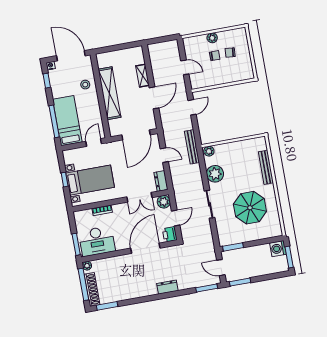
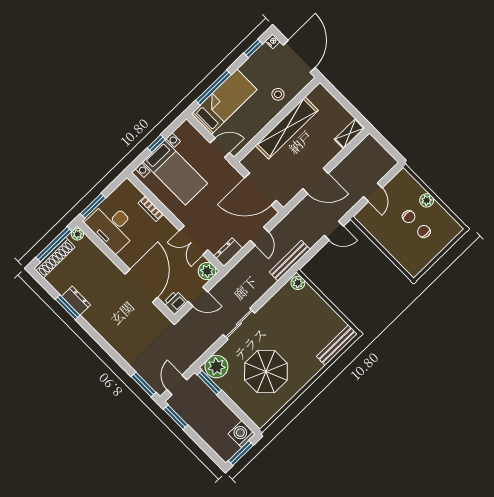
shelving: (143, 76) -> (350, 134), moved
bench: (266, 167) -> (337, 345), moved
plant: (215, 174) -> (216, 367), moved
door: (145, 248) -> (141, 286), hinge flipped
dresser: (167, 287) -> (76, 301), moved
window: (107, 306) -> (68, 307), moved

